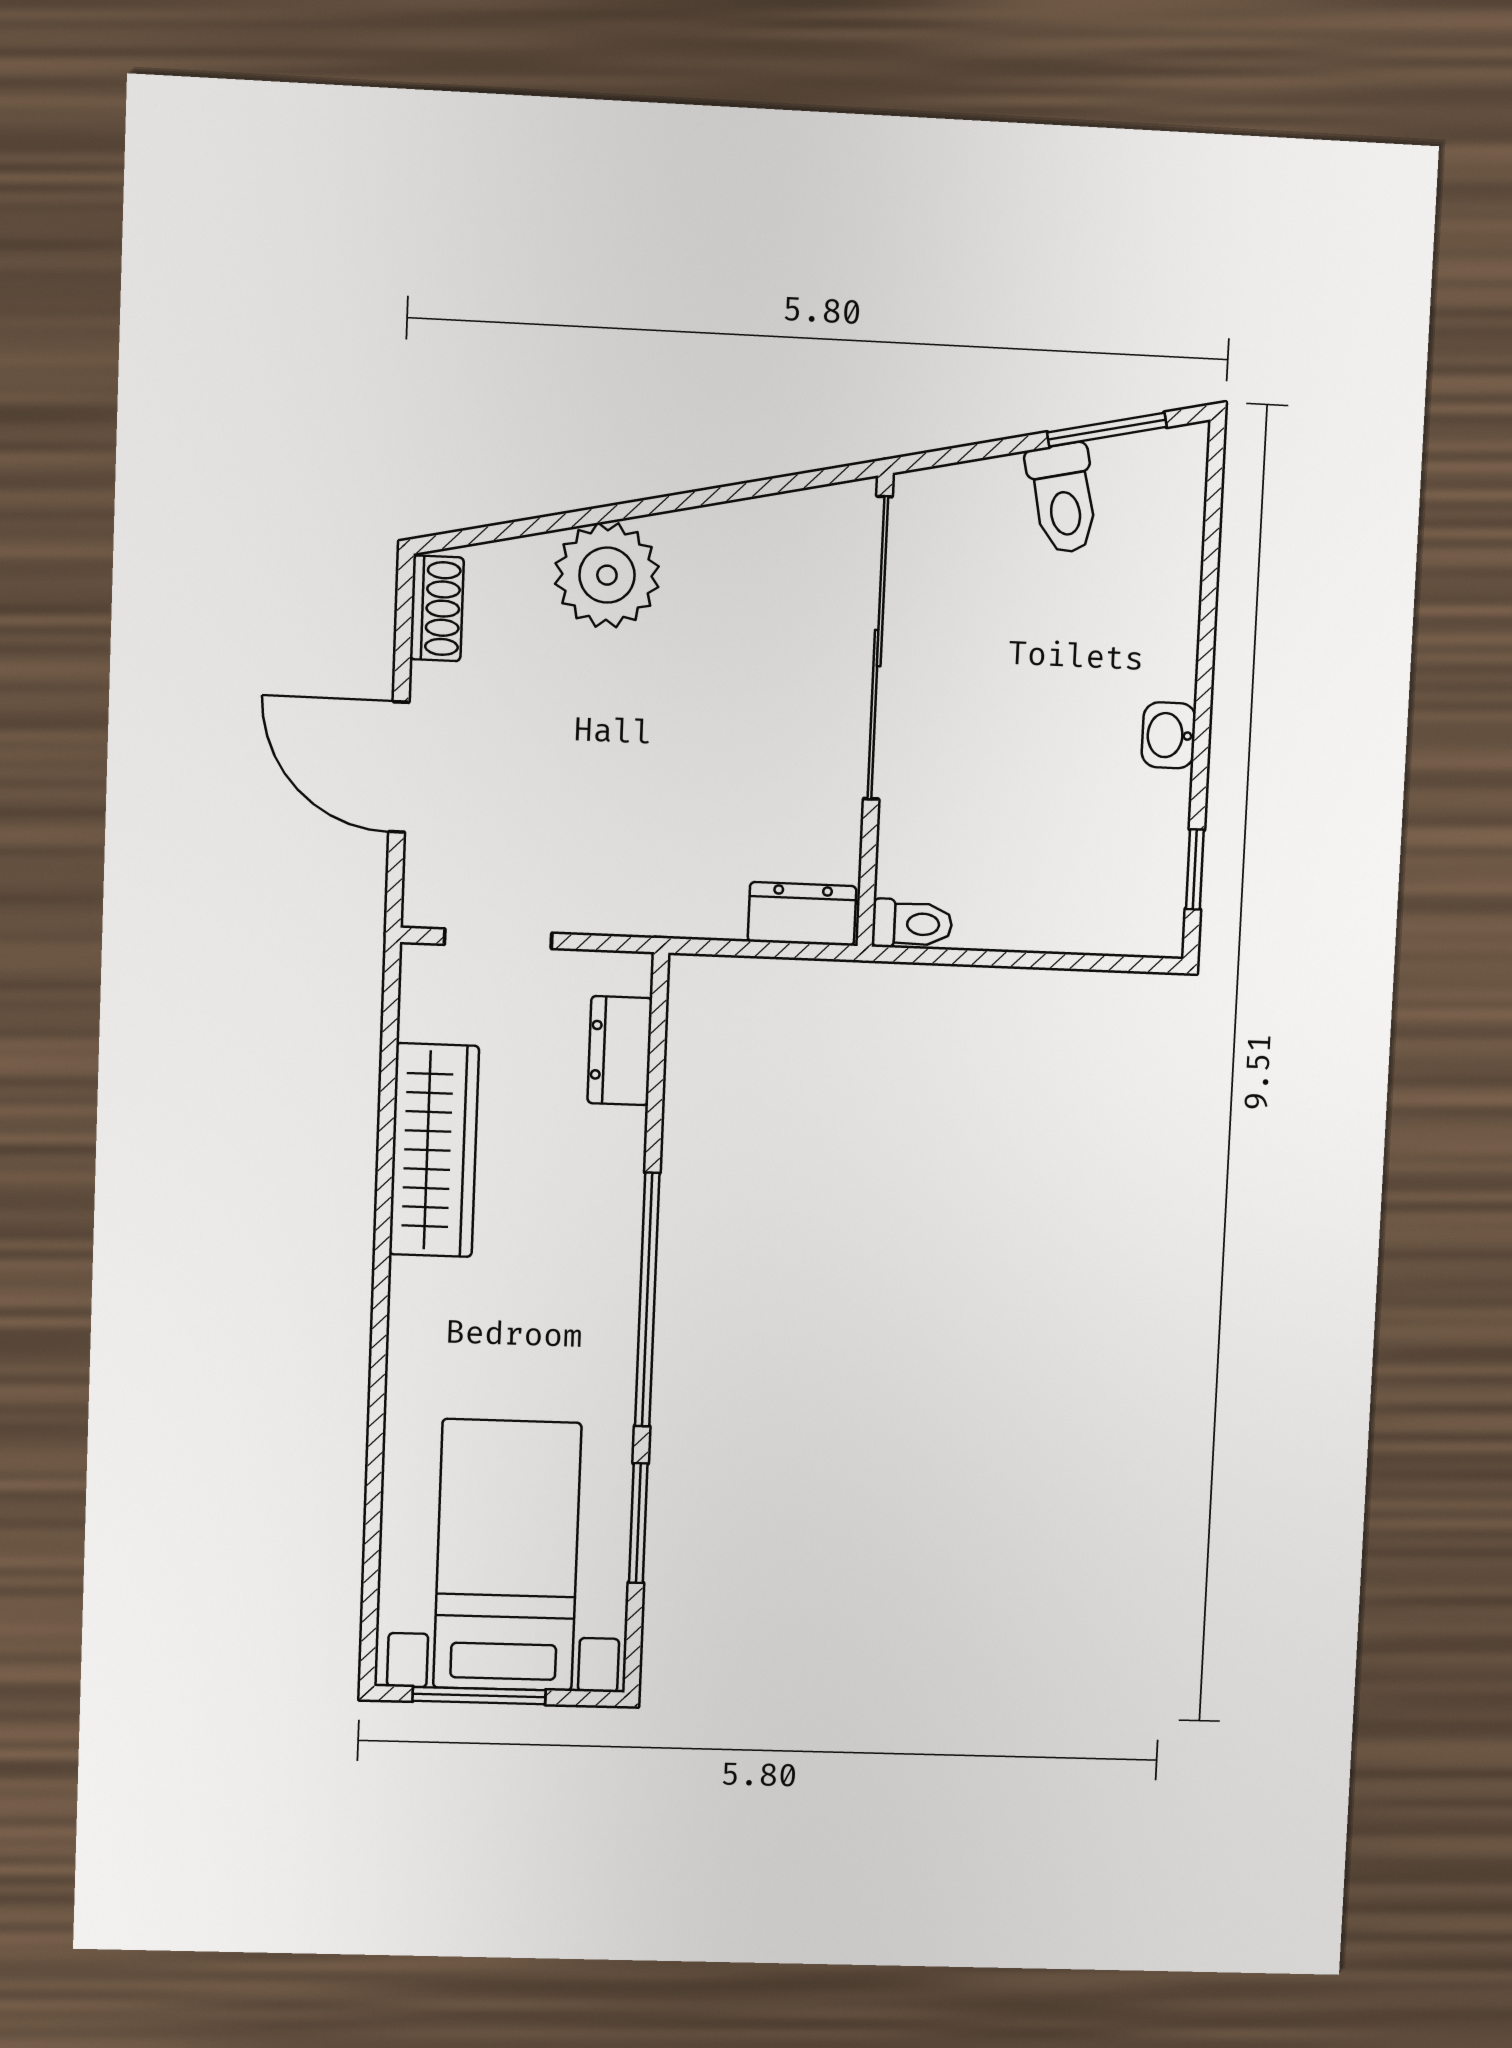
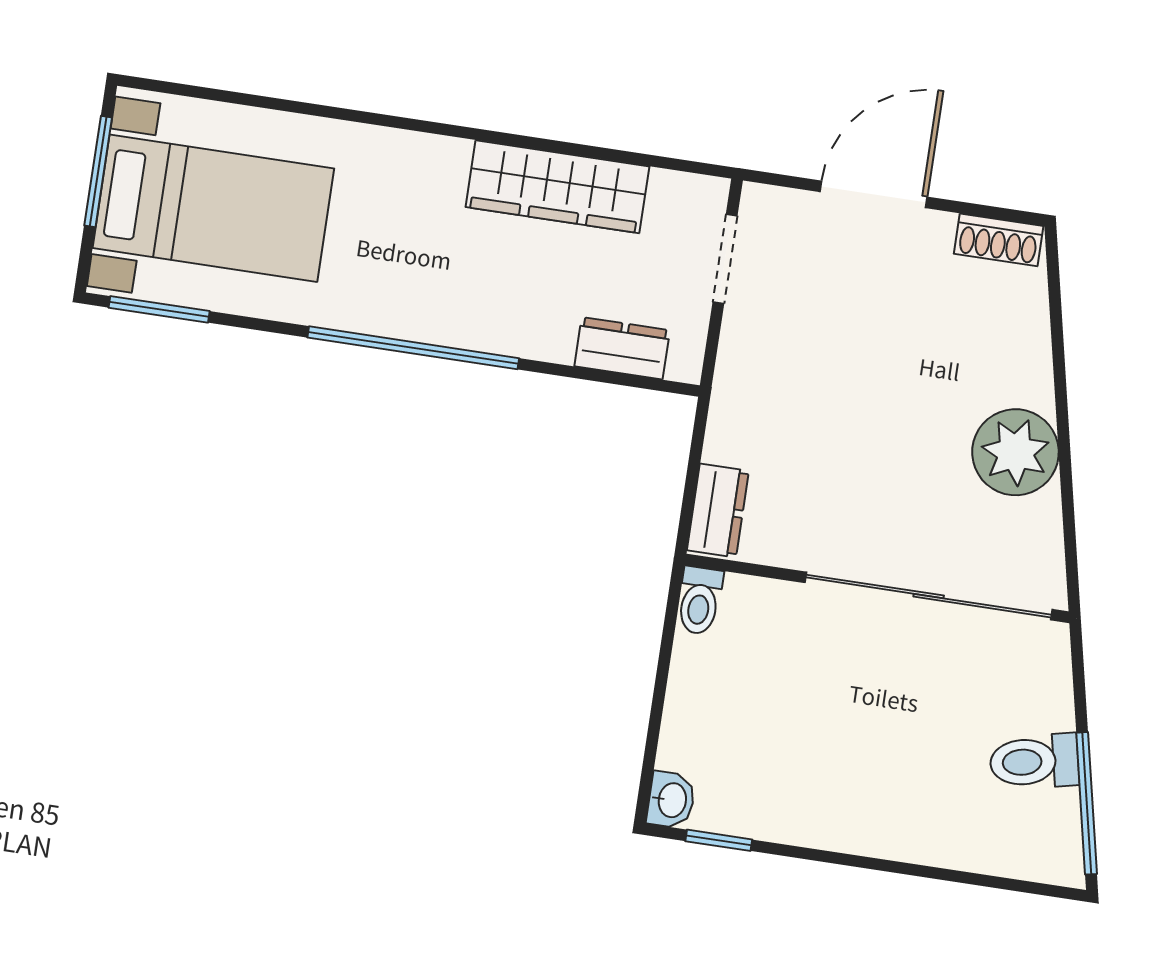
window: (1107, 430) -> (1087, 803), width x1.44
plant: (607, 575) -> (1015, 452), moved
washbasin: (1169, 735) -> (671, 800), moved, turned 90
window: (638, 1523) -> (159, 309), moved

